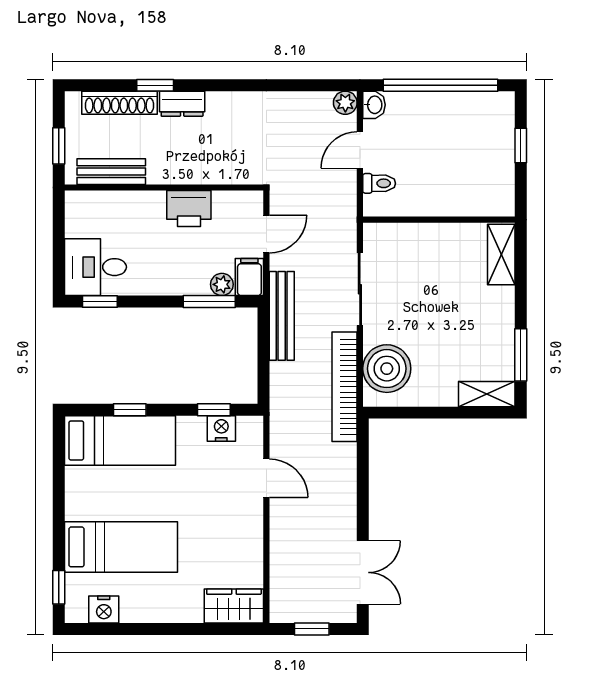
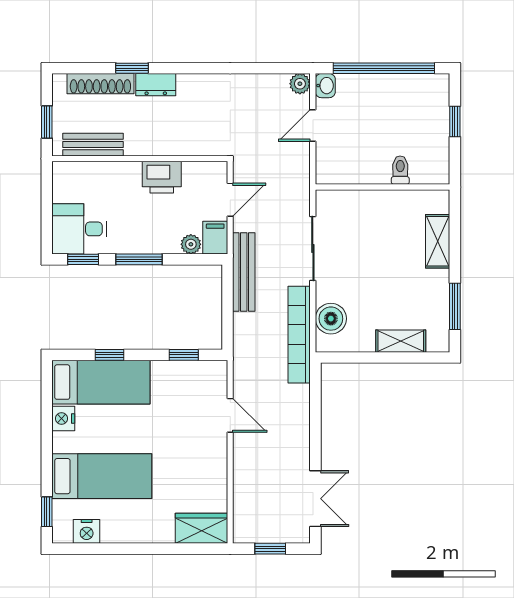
toilet: (379, 183) -> (400, 170), moved, turned -90
shelving: (501, 255) -> (438, 241), moved
window: (209, 302) -> (139, 259), moved
boiler: (387, 369) -> (331, 319), width x0.73, depth x0.73
shelving: (487, 394) -> (401, 341), moved
nightstand: (221, 428) -> (63, 419), moved, turned -90

